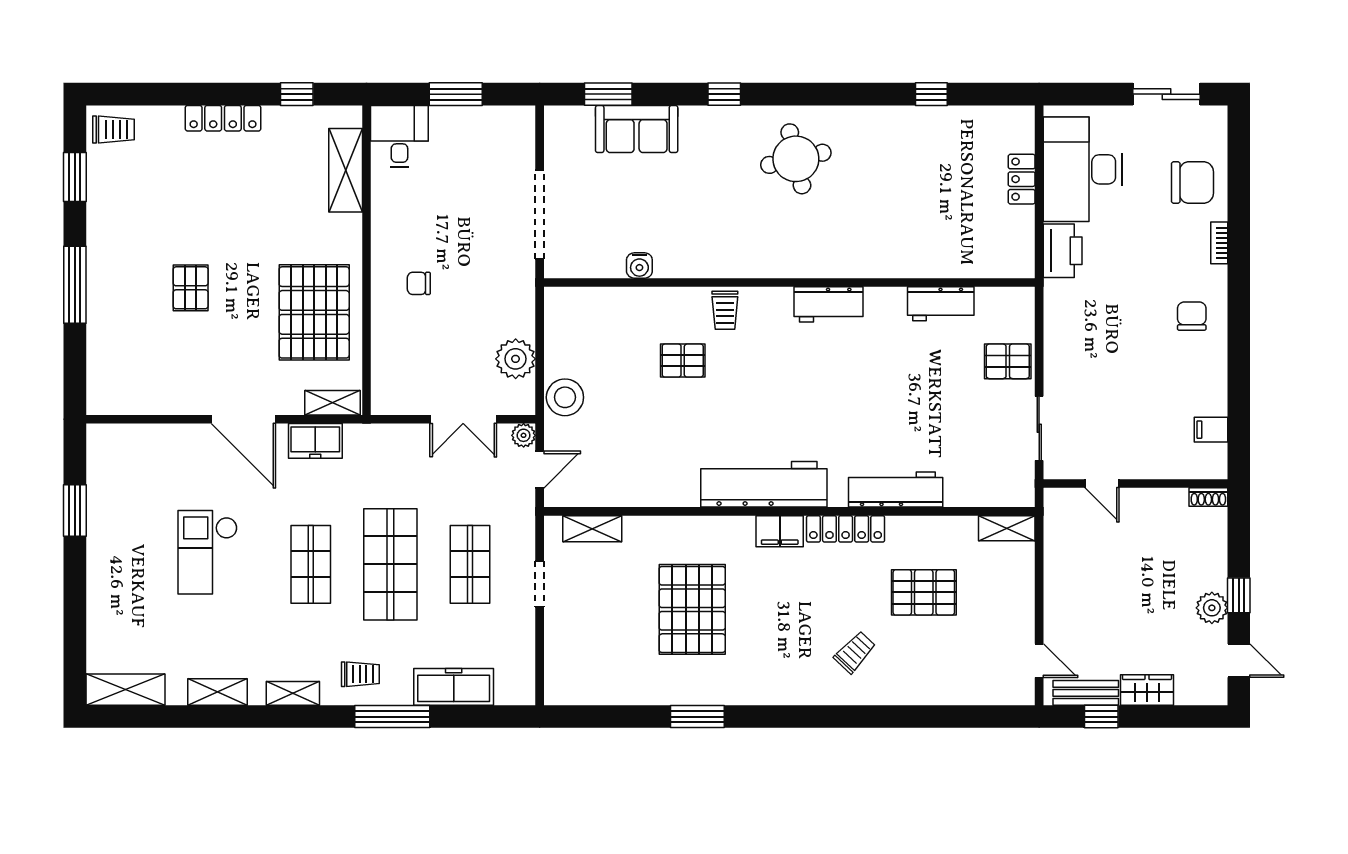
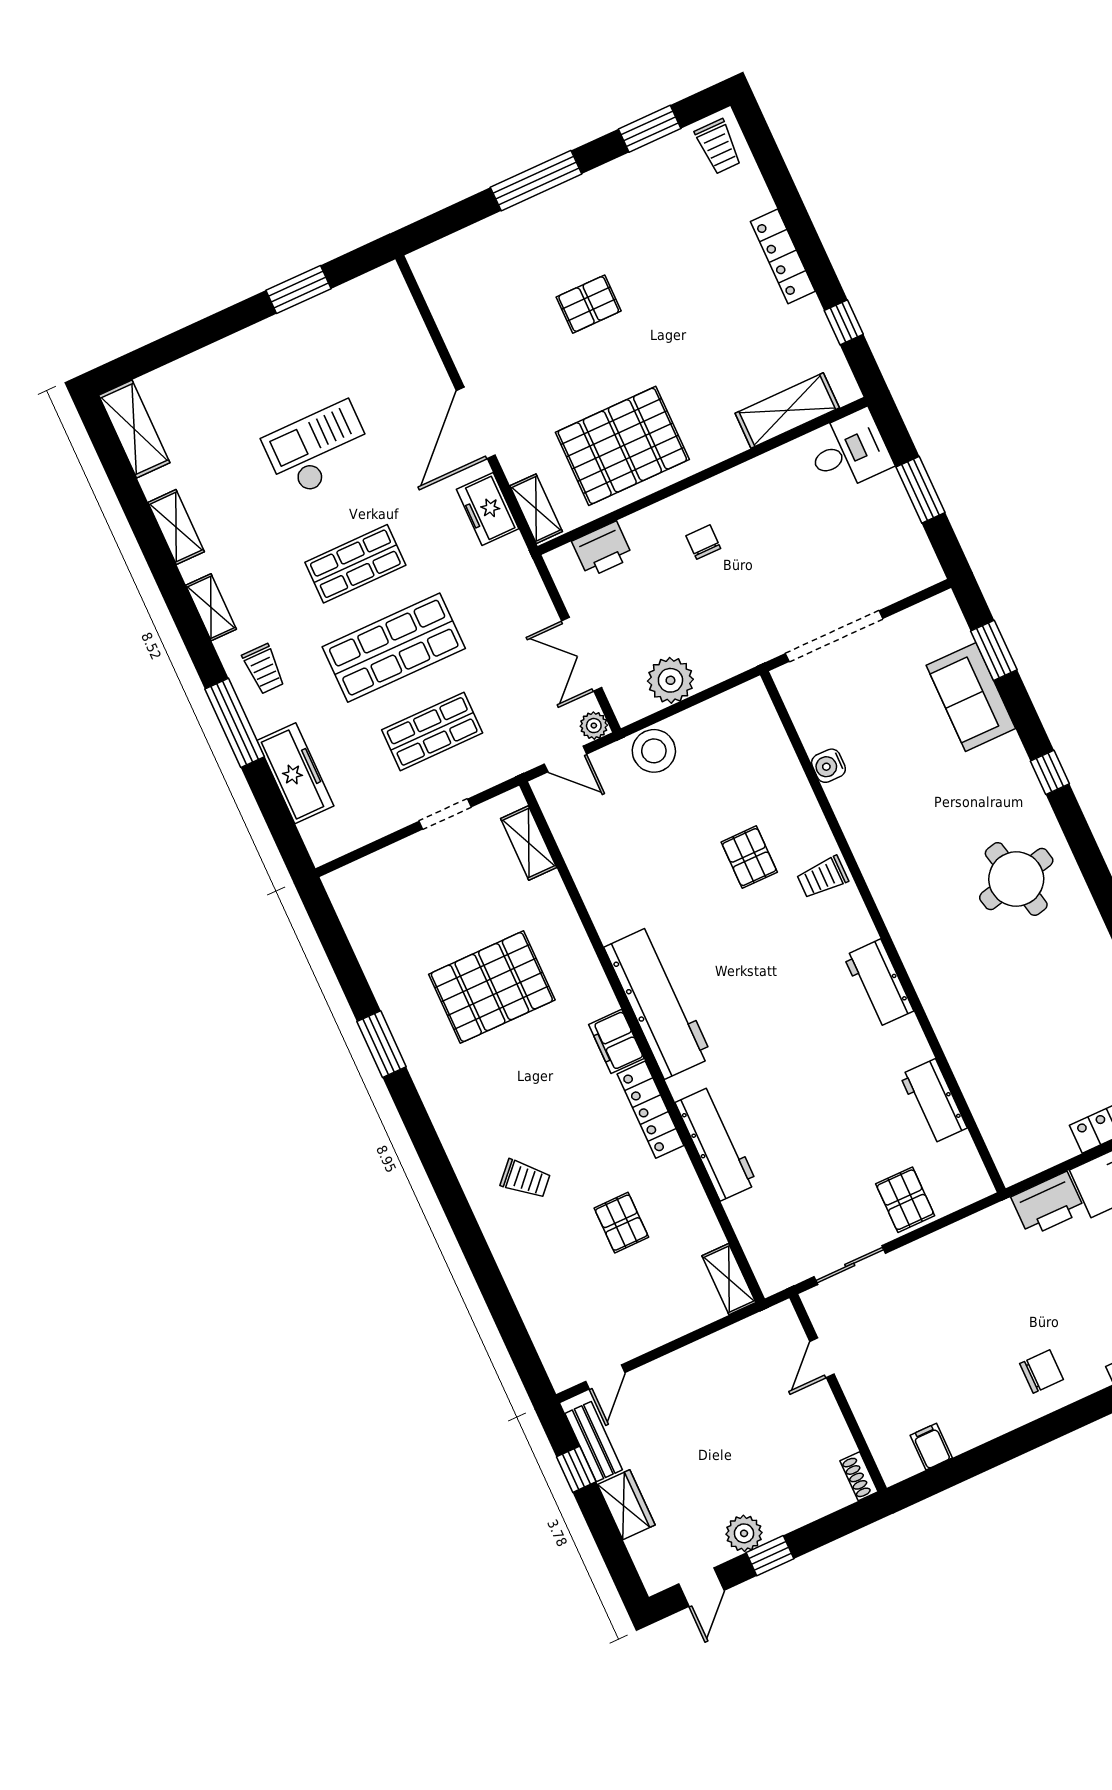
printer: (388, 365) -> (602, 550), added
pallet: (924, 592) -> (621, 1223), width x0.67, depth x0.71

